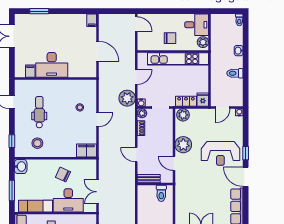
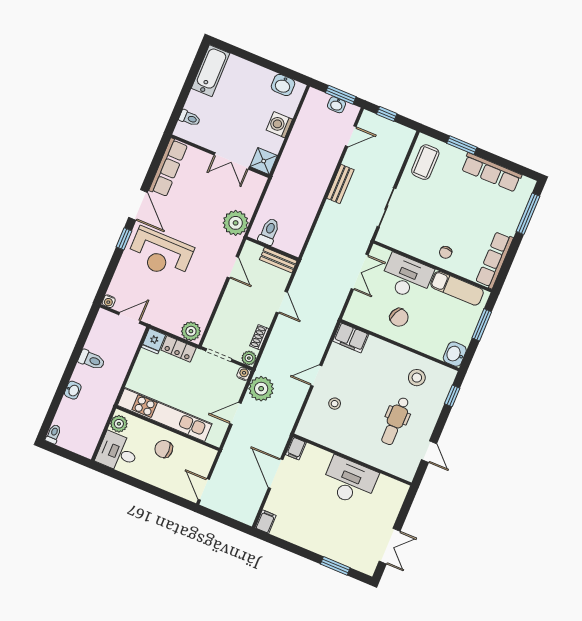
filing cabinet: (30, 71) -> (296, 448), moved
plant: (183, 145) -> (236, 223), moved
reception desk: (220, 153) -> (160, 254), turned 180

